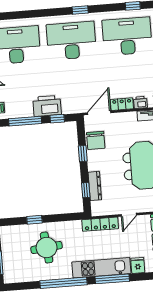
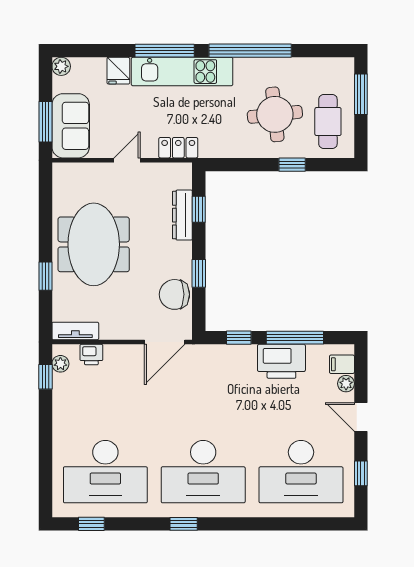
locker: (122, 104) -> (124, 354), removed
printer: (47, 106) -> (281, 361), moved
chair: (96, 140) -> (174, 294), turned -90
locker: (100, 224) -> (178, 148), width x0.66
cafe table: (16, 246) -> (328, 122), added

